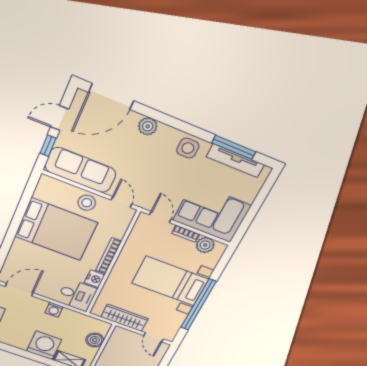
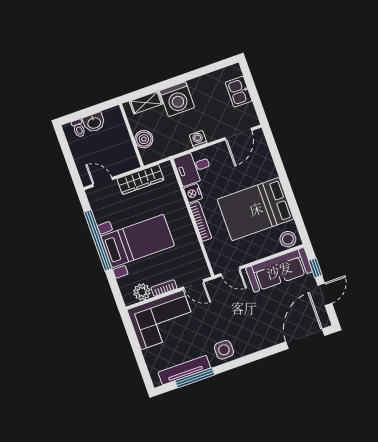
plant: (148, 126) -> (264, 340), removed
stool: (87, 203) -> (288, 239), moved

